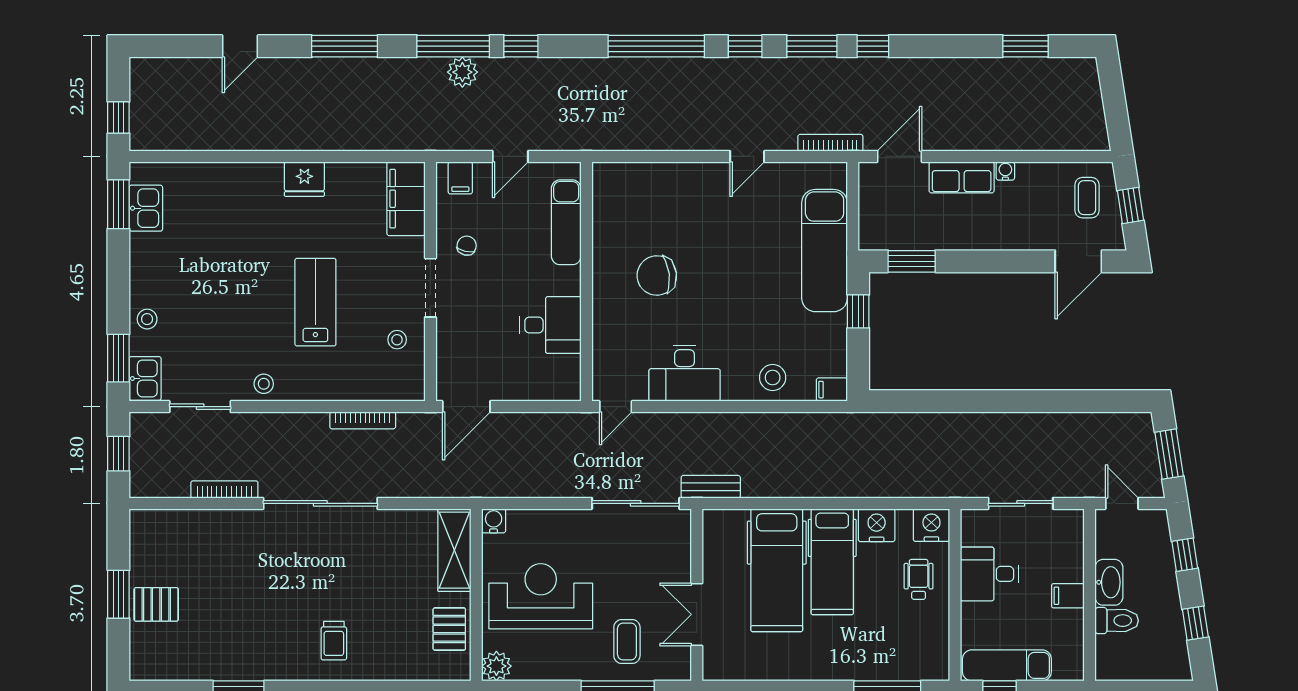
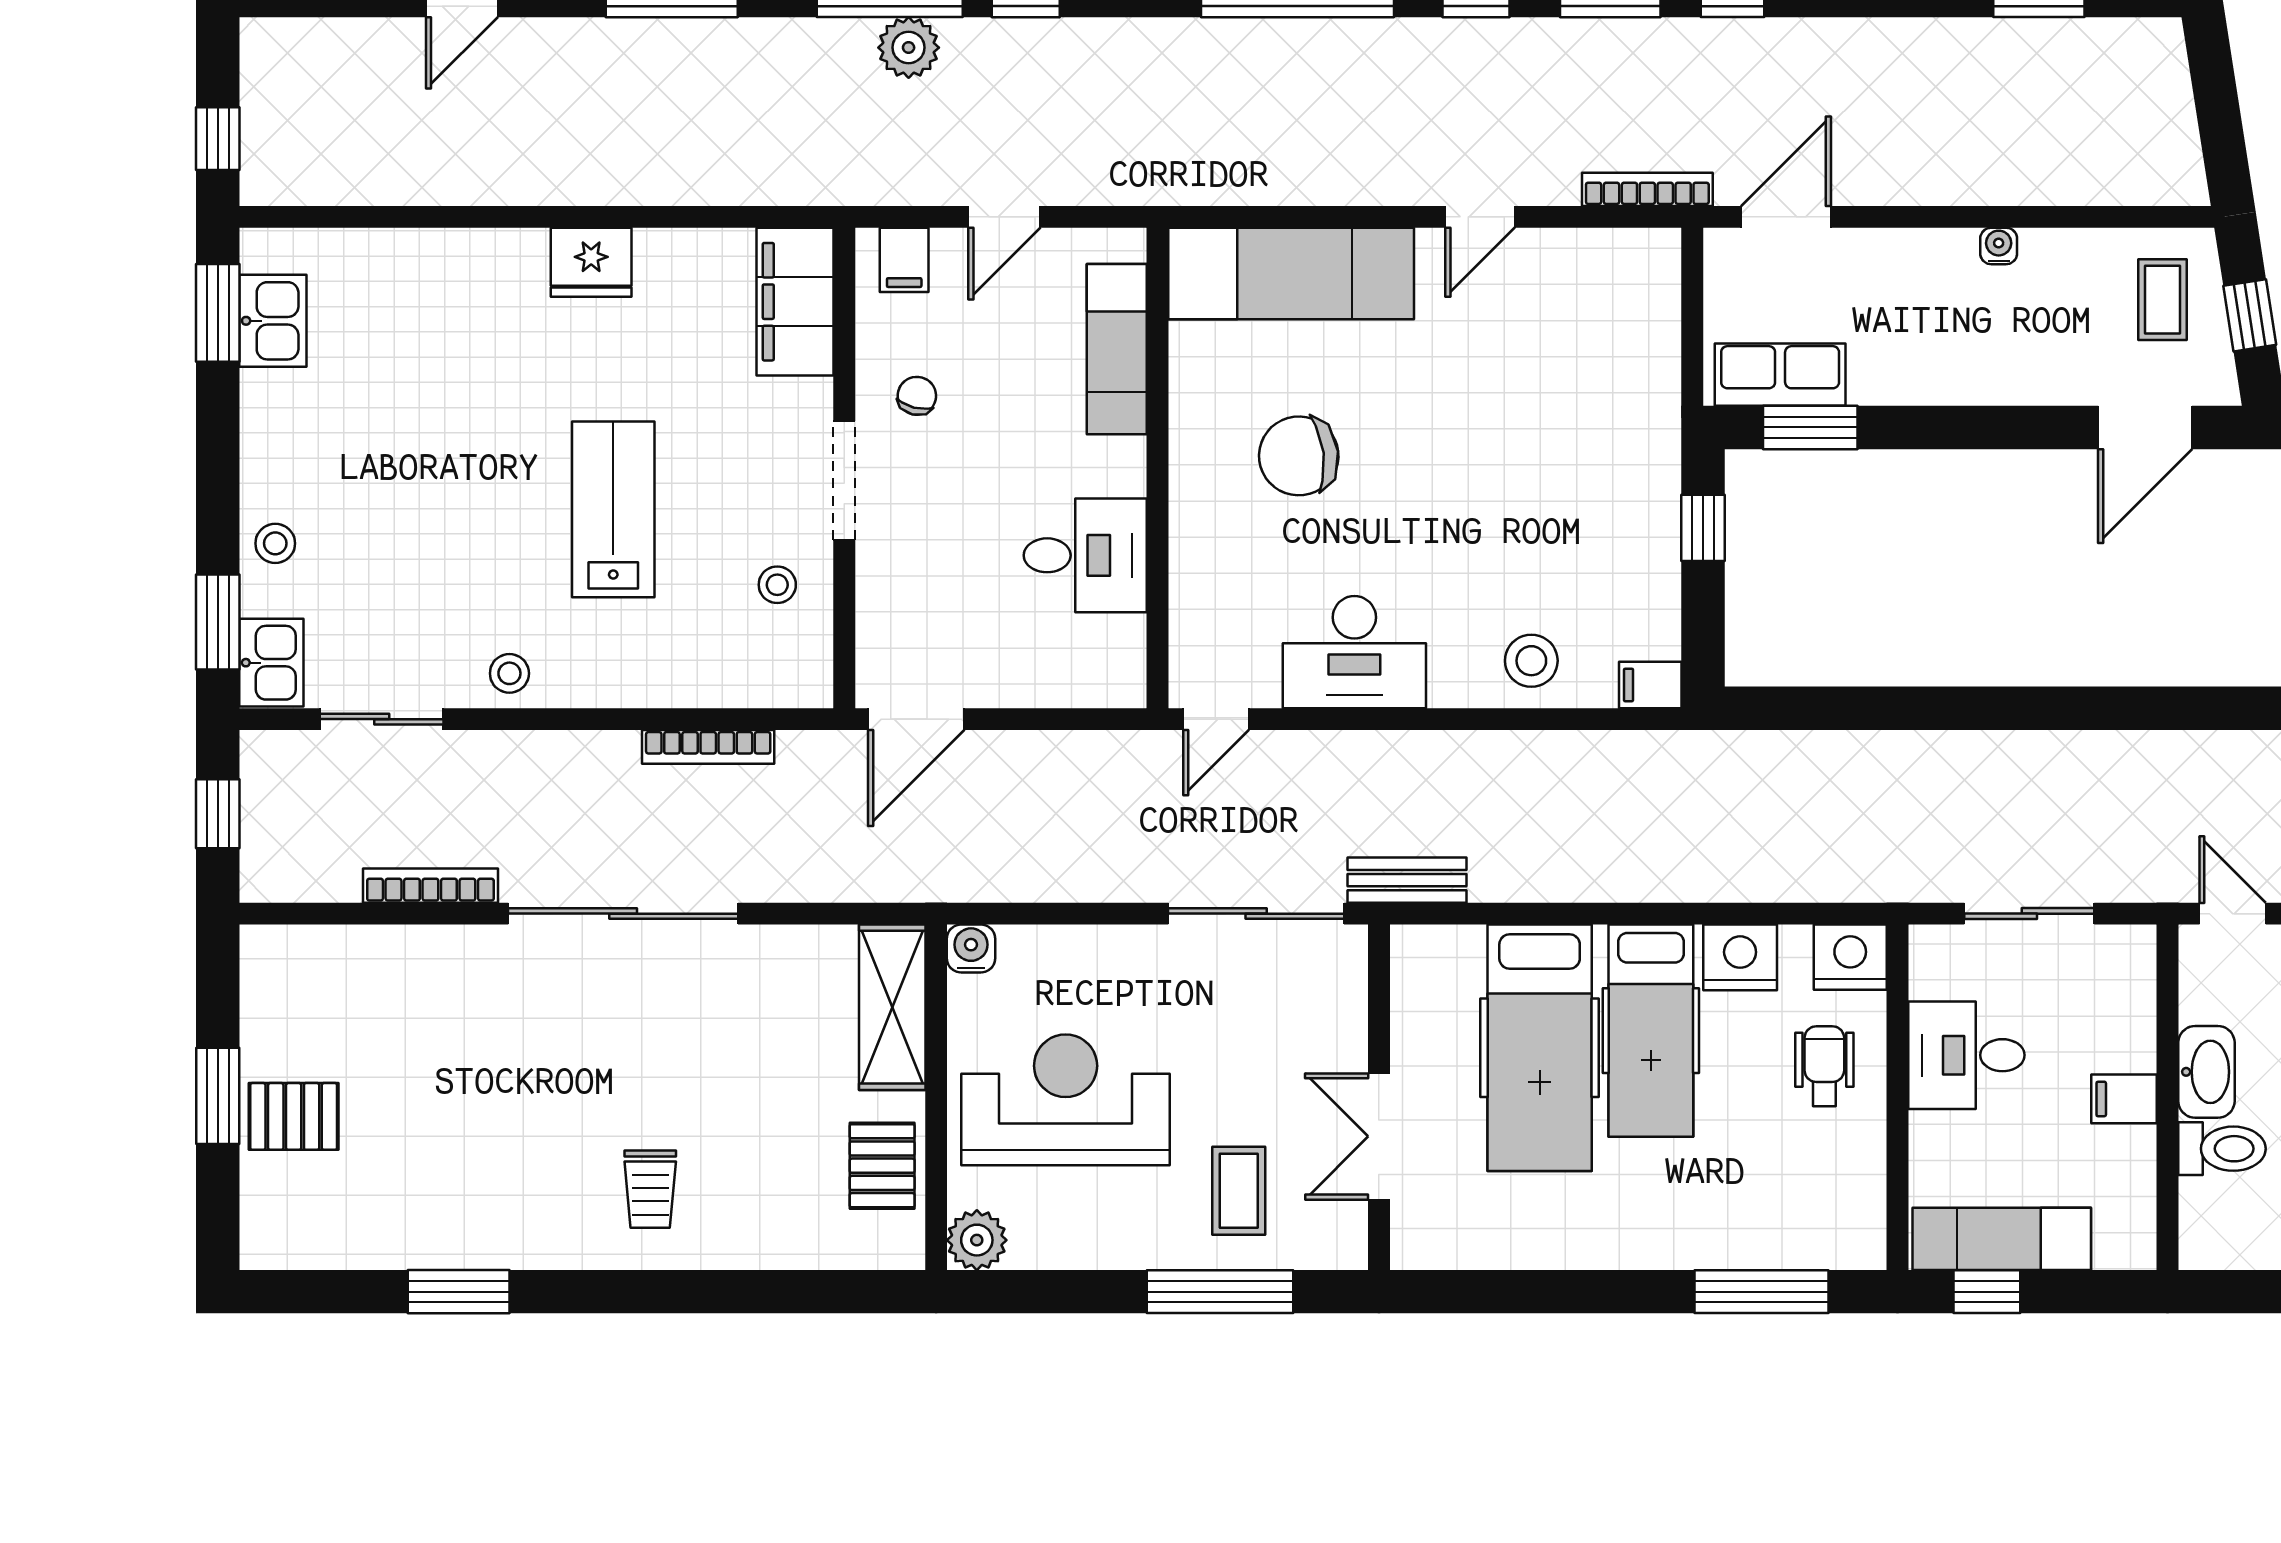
row of seats: (962, 177) -> (1780, 375), moved, turned 180
exam couch: (825, 251) -> (1291, 274), moved, turned -90

